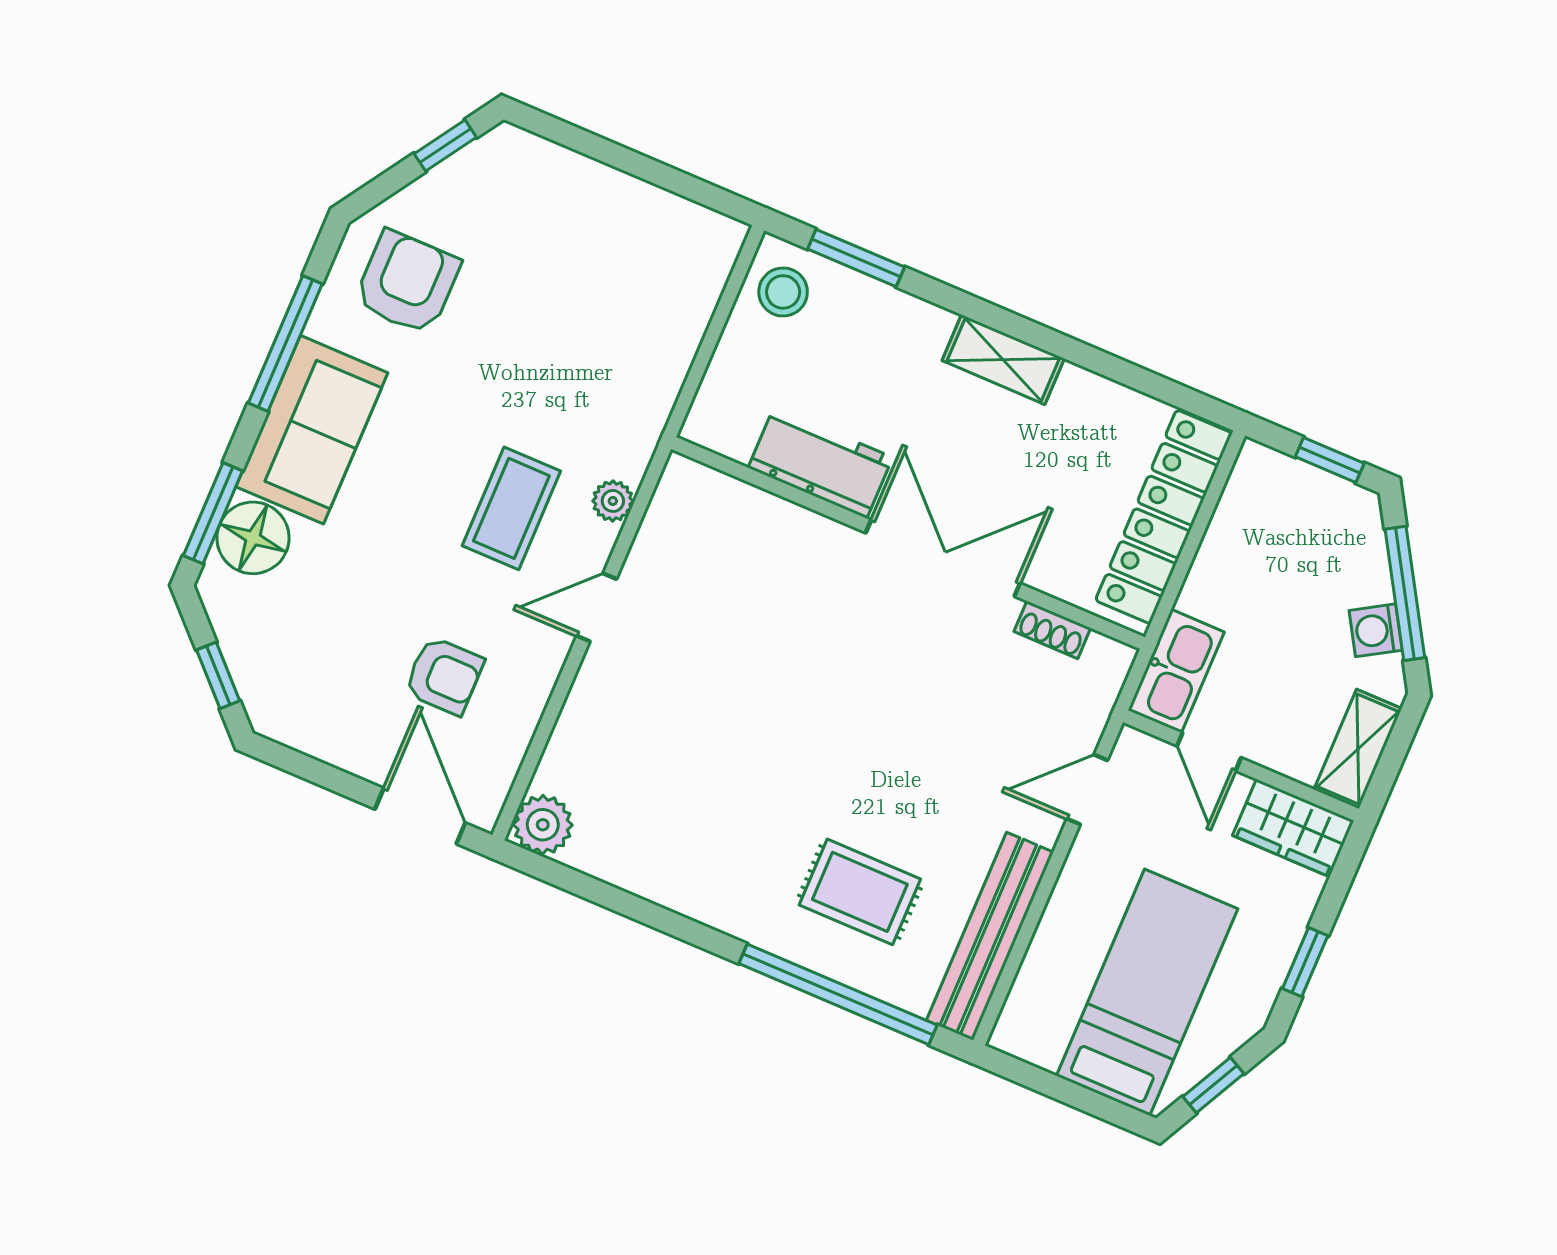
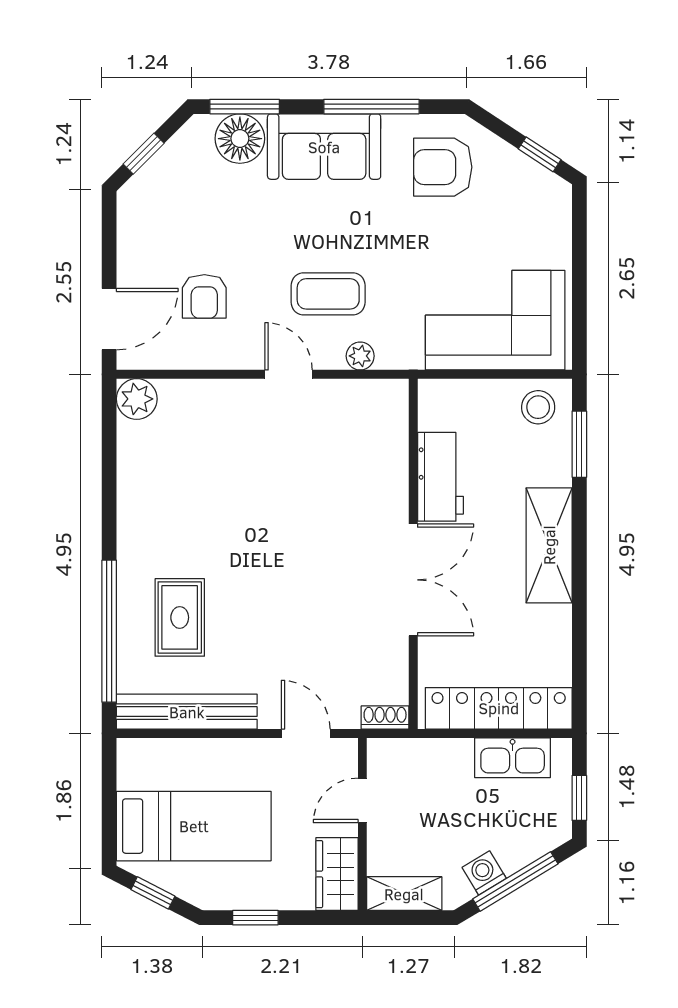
armchair: (407, 282) -> (443, 167), turned 180
corner sofa: (642, 300) -> (495, 320), added
shelving: (1003, 360) -> (549, 545), width x1.50, depth x1.33
shoe rack: (1052, 630) -> (385, 718), moved, turned 90
kitchen sink: (1176, 671) -> (513, 758), moved

